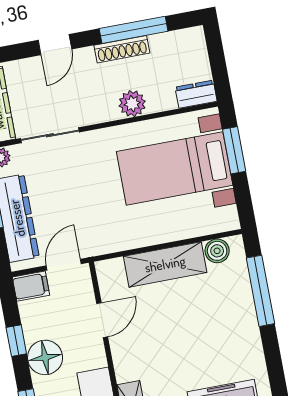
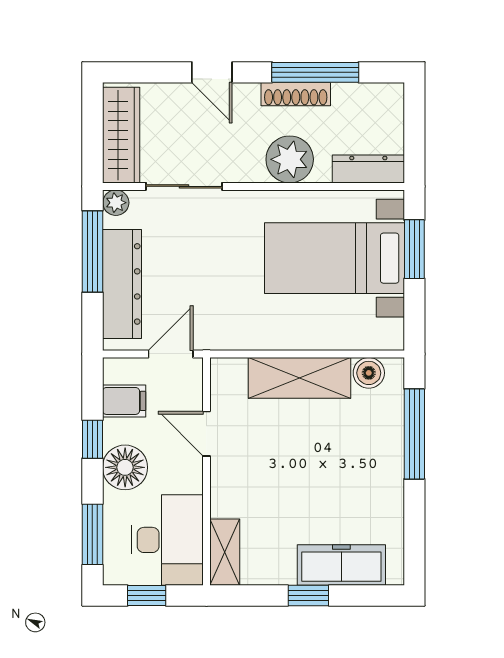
door: (55, 45) -> (212, 72), hinge flipped
dresser: (196, 94) -> (368, 169), width x1.44
plant: (132, 104) -> (290, 159), width x1.36, depth x1.36
filing cabinet: (31, 286) -> (124, 401), moved
door: (102, 320) -> (206, 434), swing flipped

